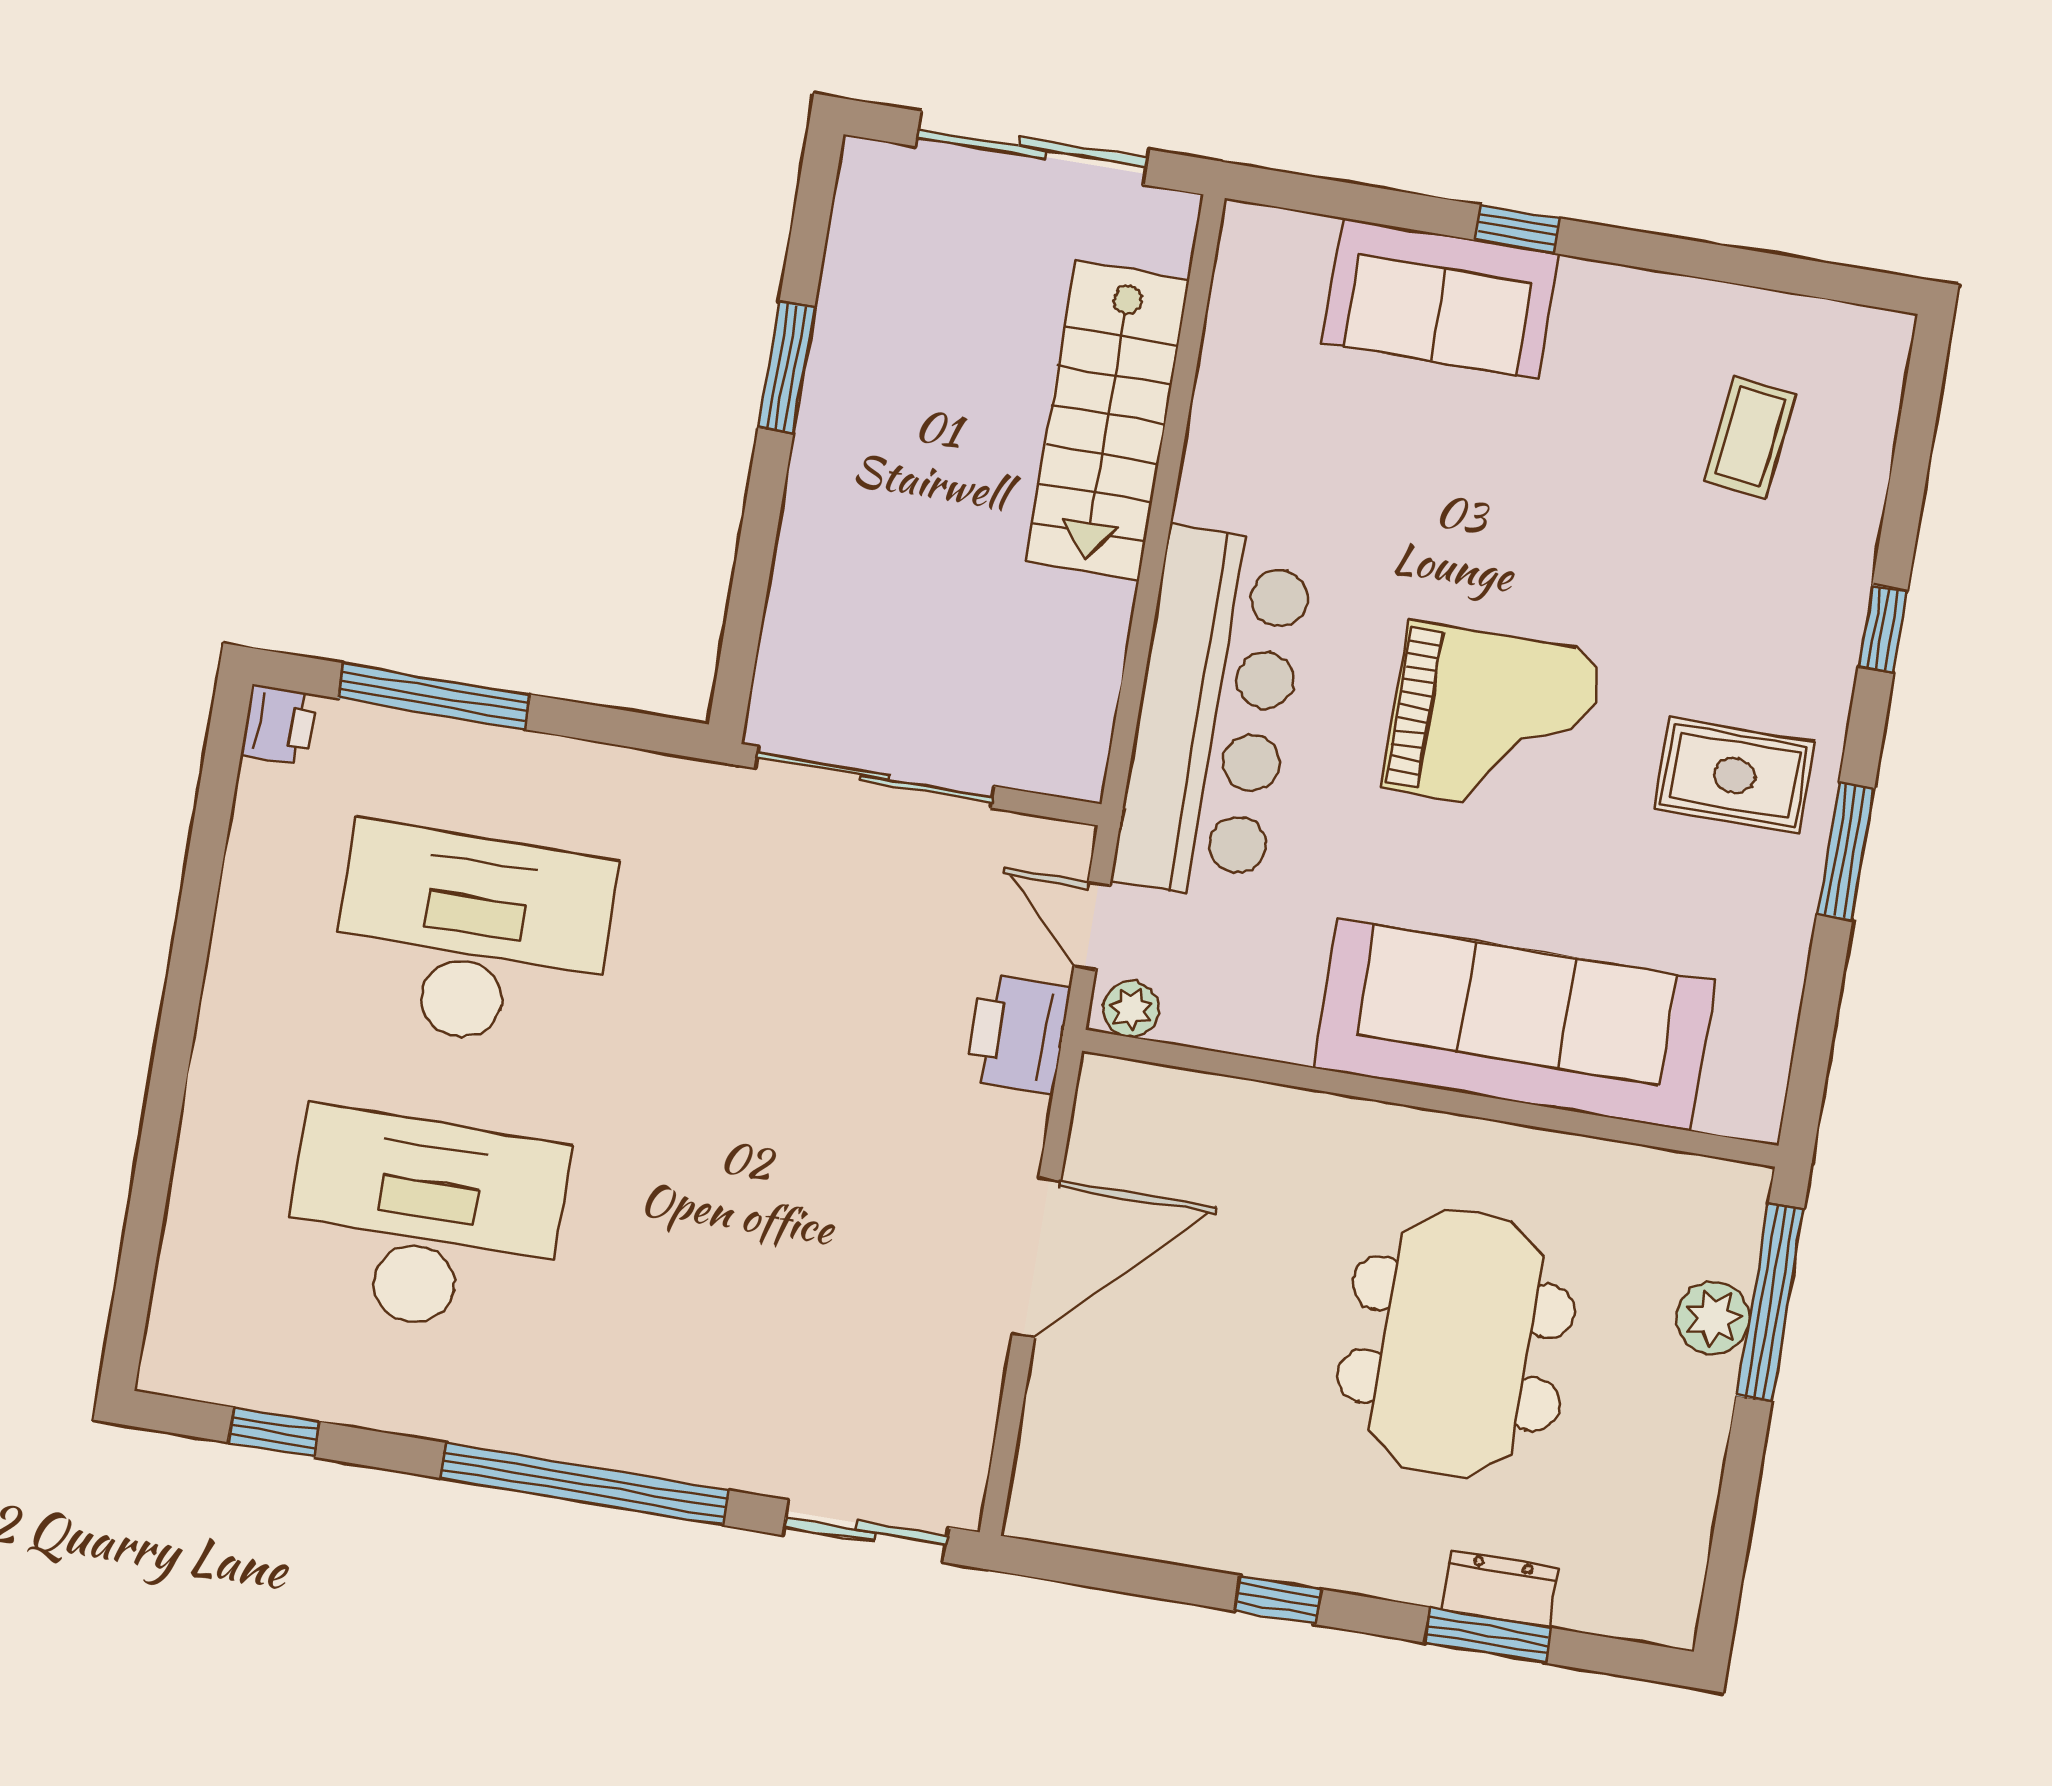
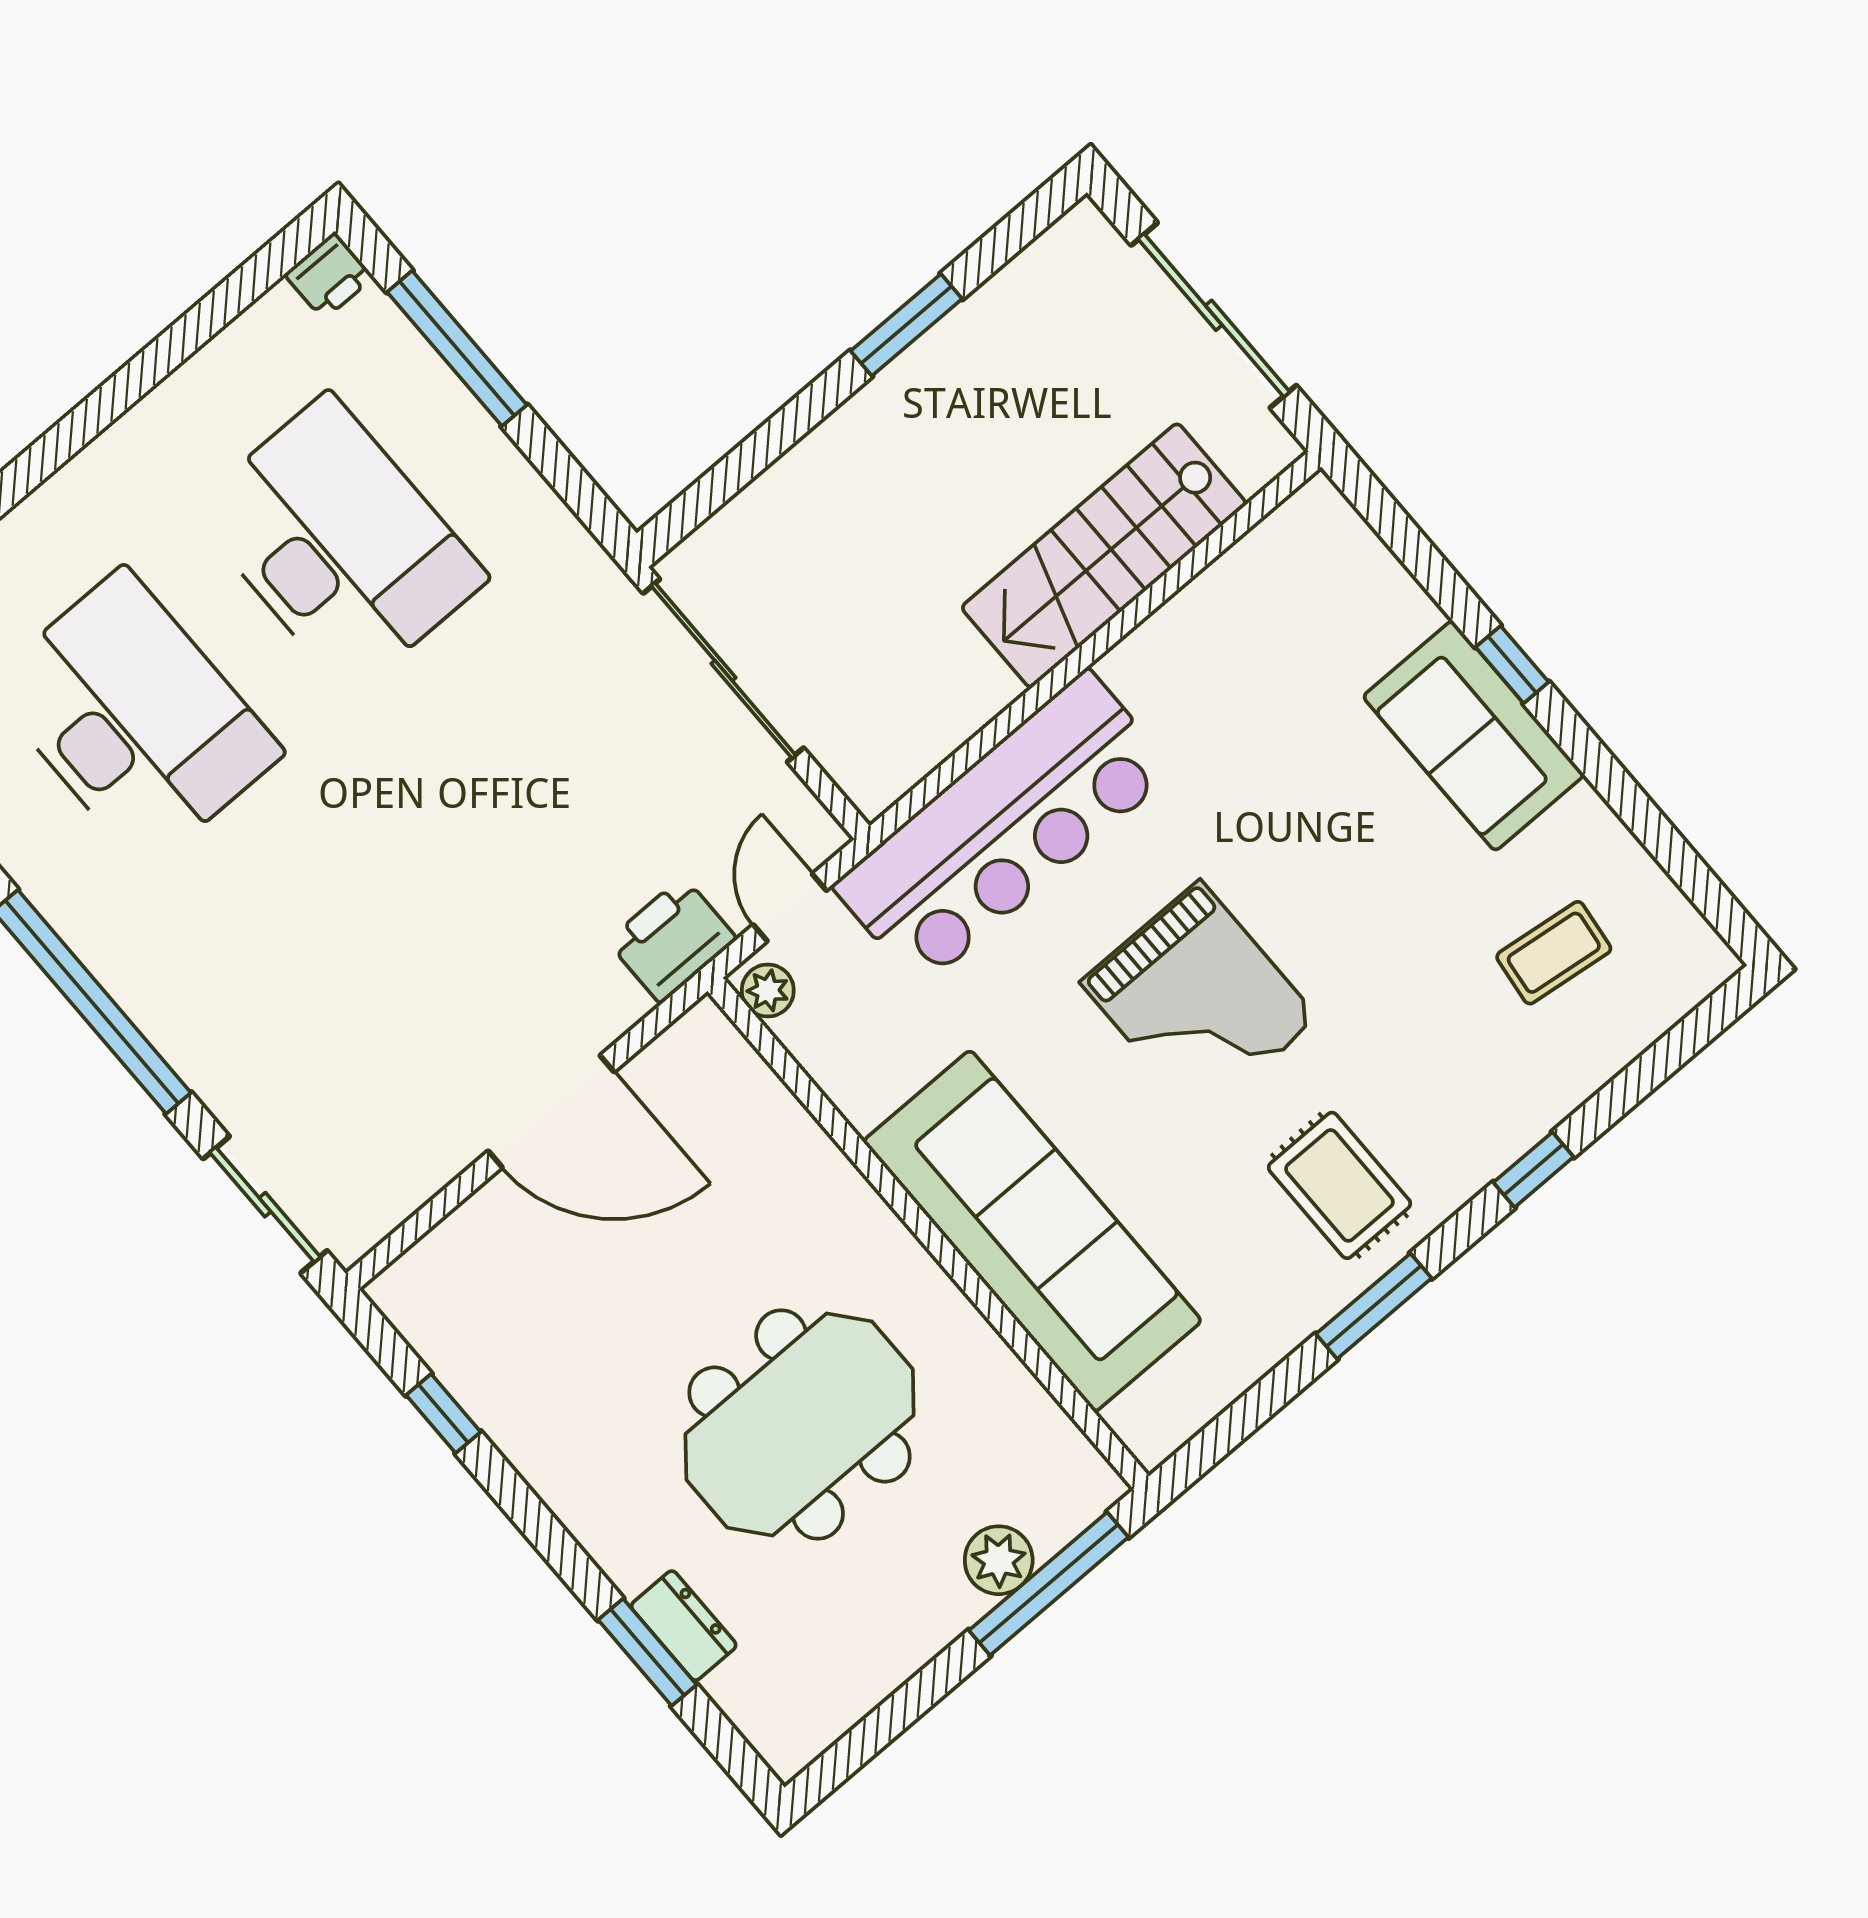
sofa: (1441, 298) -> (1474, 736), moved
window: (1278, 1600) -> (443, 1414), moved

